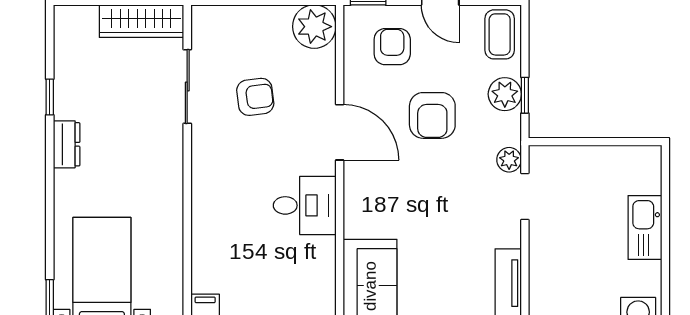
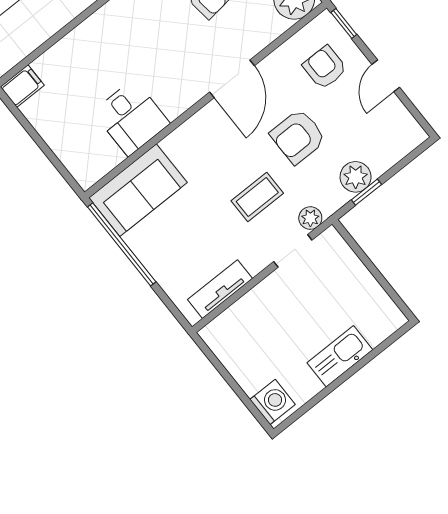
coffee table: (500, 34) -> (257, 197), moved
armchair: (392, 47) -> (325, 67), turned -90
desk: (305, 205) -> (131, 118), moved

